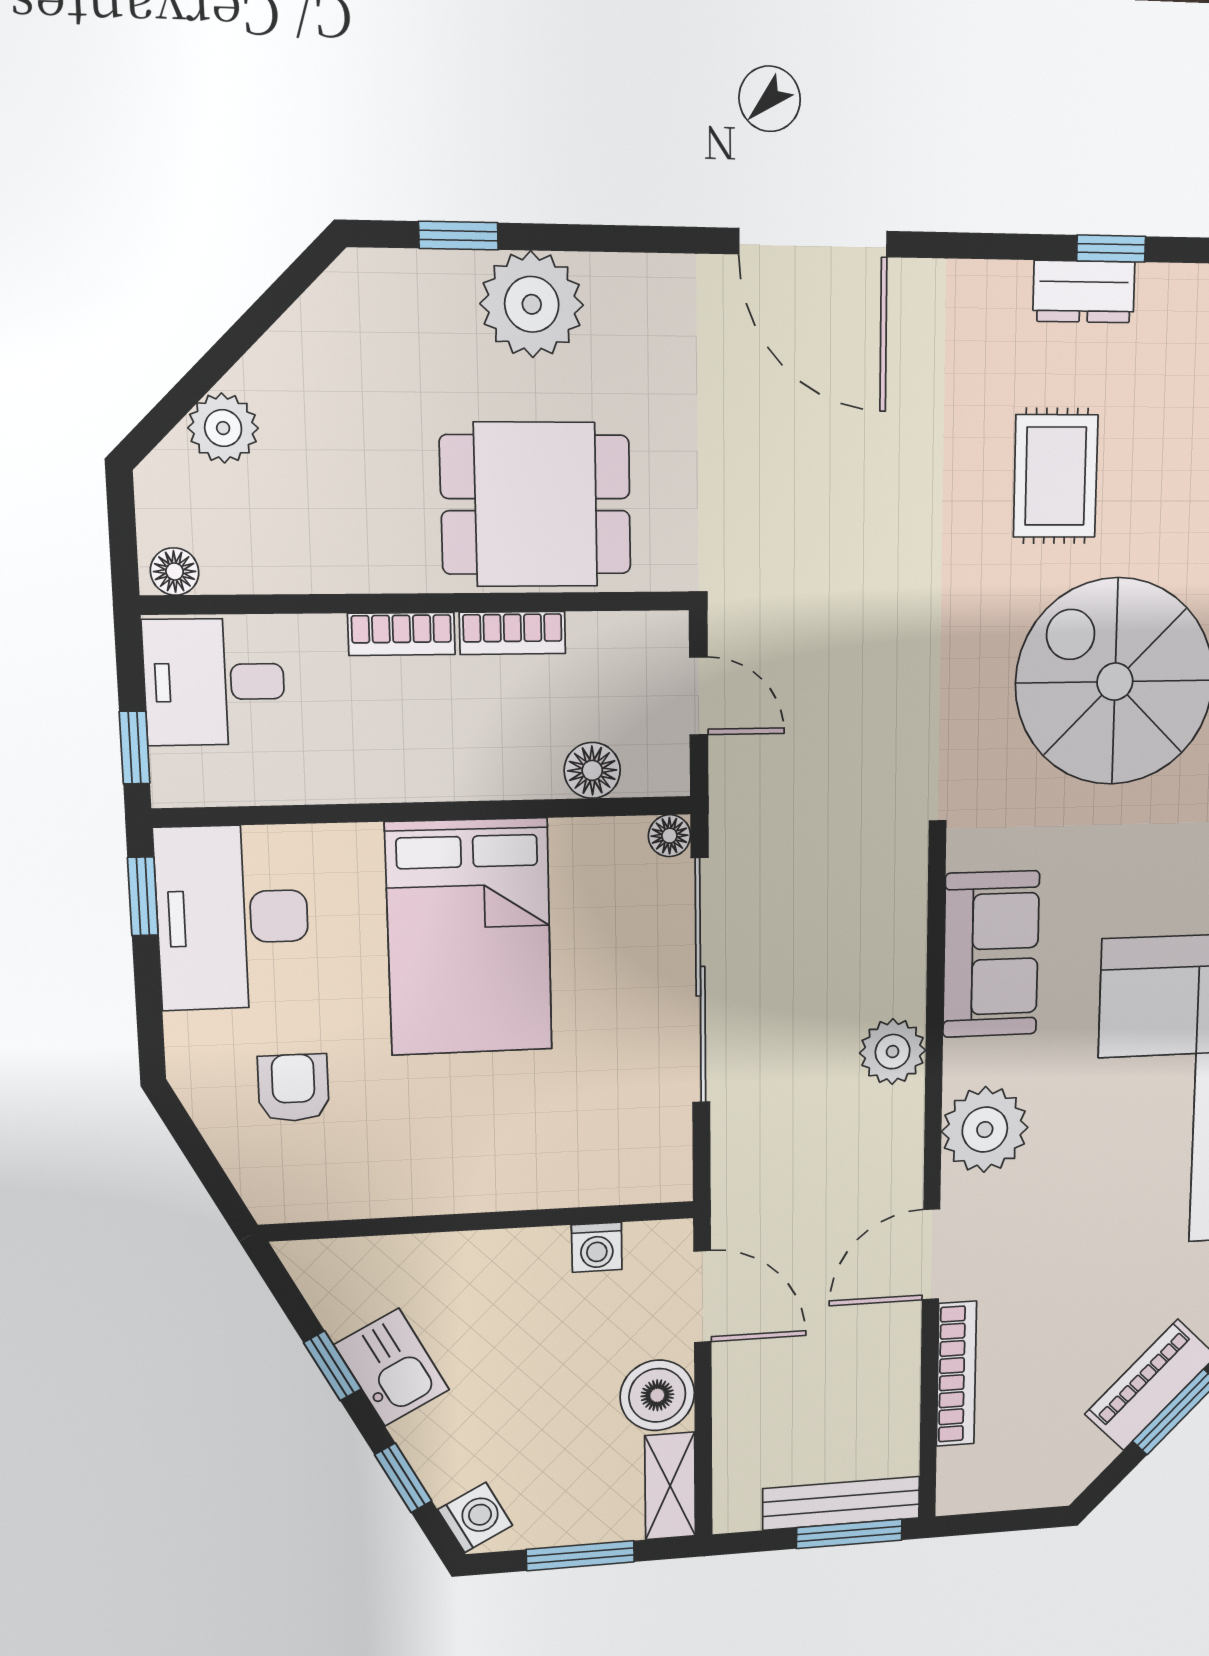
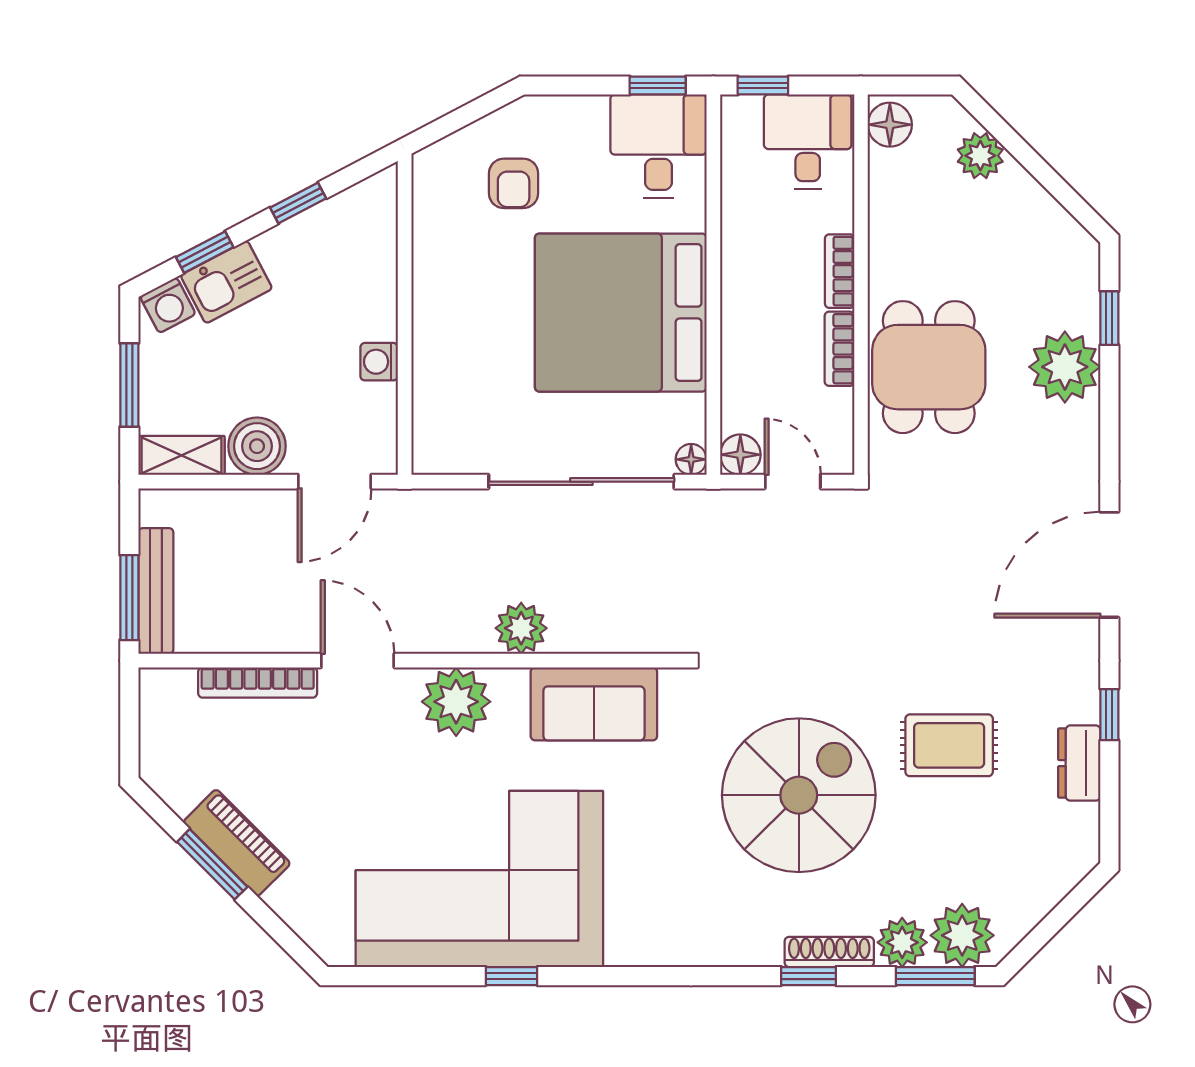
window: (1111, 249) -> (1109, 715), moved
floor lamp: (175, 571) -> (890, 125), width x1.37, depth x1.37
door: (699, 696) -> (793, 482), swing flipped
floor lamp: (592, 770) -> (740, 455), moved
desk: (233, 917) -> (658, 146), width x0.73
bed: (469, 937) -> (621, 313), width x1.36
armchair: (293, 1088) -> (514, 183), turned 90
washing machine: (597, 1247) -> (379, 362), moved
kitchen sink: (392, 1367) -> (226, 282), moved

